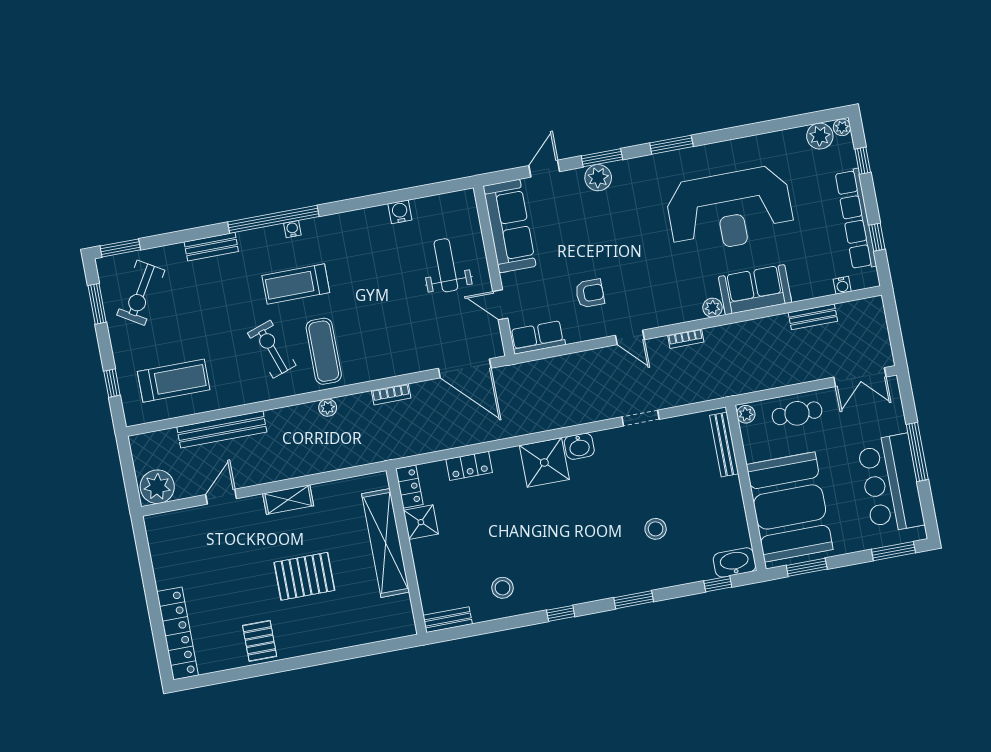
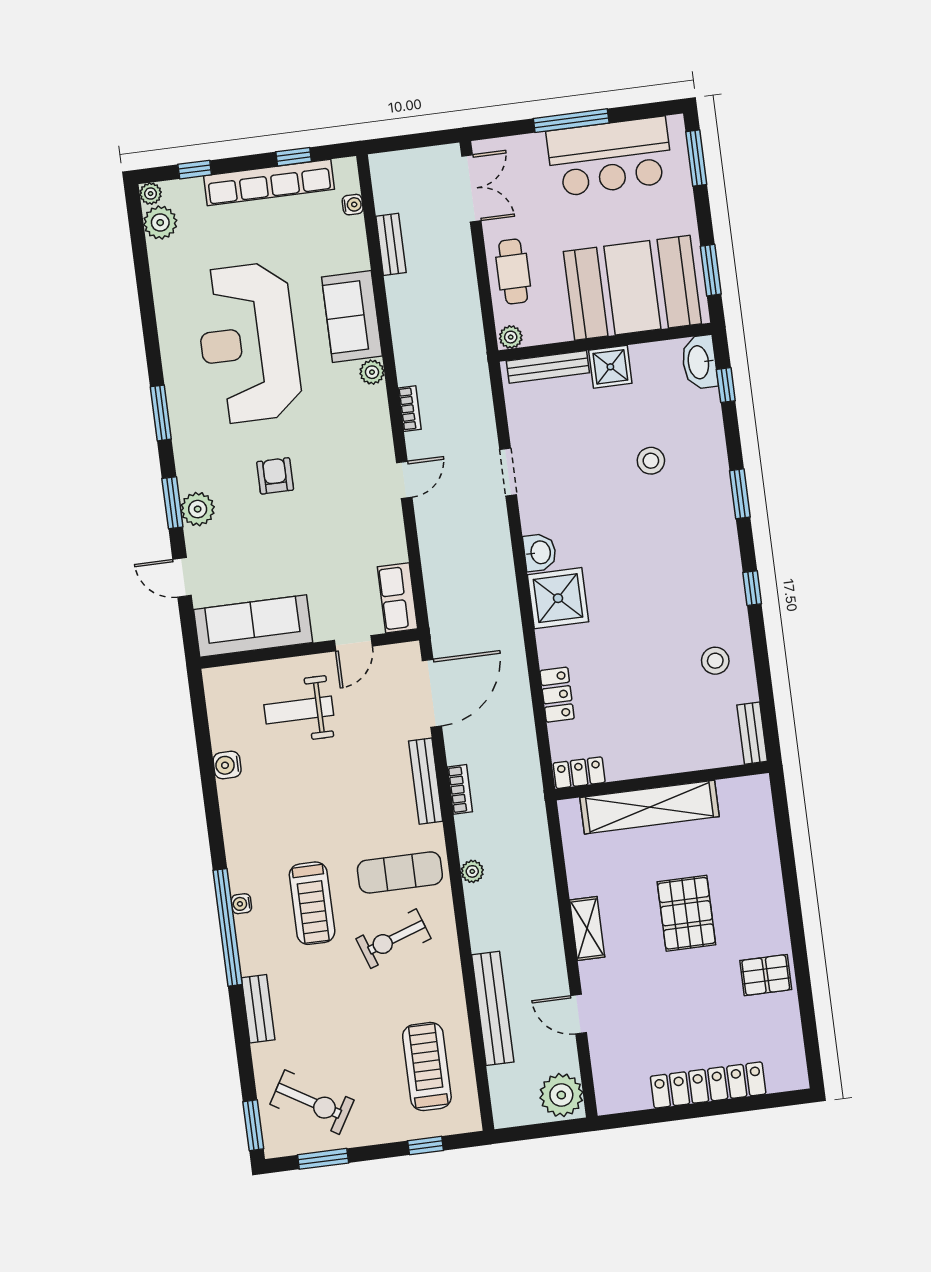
reception desk: (730, 210) -> (248, 343), turned 180
armchair: (590, 293) -> (275, 476), moved
bench: (396, 367) -> (426, 781), added
shower: (421, 522) -> (610, 367), moved
locker: (178, 633) -> (708, 1085), moved

